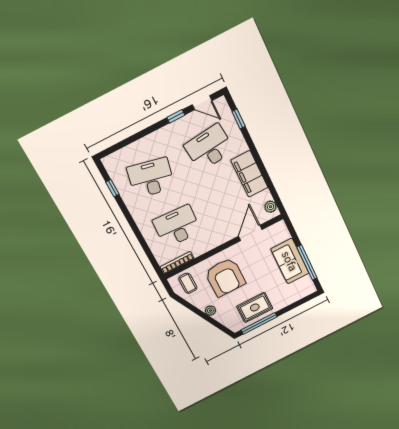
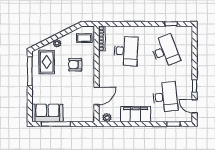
door: (202, 103) -> (195, 106), hinge flipped
desk: (151, 178) -> (165, 51), turned -33
door: (250, 233) -> (97, 96), hinge flipped
sofa: (290, 261) -> (47, 113), moved
armchair: (225, 277) -> (75, 65), width x0.53, depth x0.53
rug: (255, 307) -> (47, 62), moved

